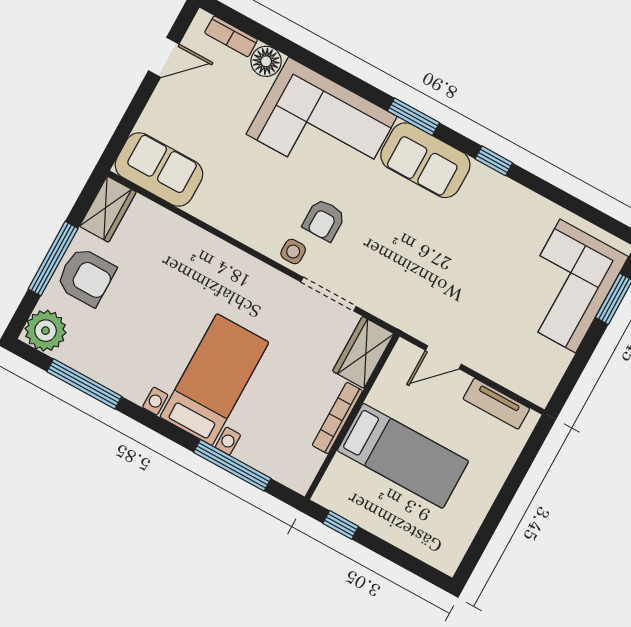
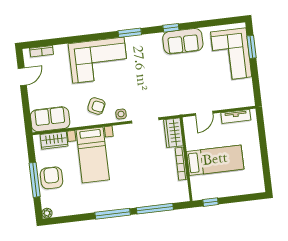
floor lamp: (266, 61) -> (61, 51), removed
sofa: (425, 160) -> (183, 41), moved
wardrobe: (108, 209) -> (54, 140), moved, turned 90
armchair: (324, 220) -> (96, 106), moved, turned -65
armchair: (86, 277) -> (52, 178), turned -90
plant: (46, 331) -> (47, 213), width x0.53, depth x0.53
bed with nightstands: (214, 380) -> (93, 155), moved, turned 180
window: (84, 384) -> (113, 214), moved

